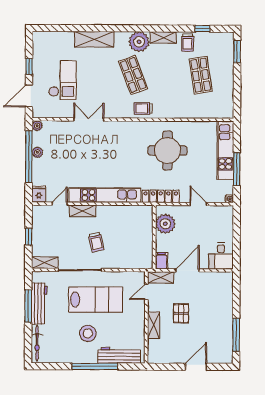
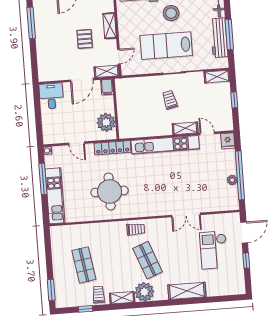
plant: (37, 126) -> (234, 205), removed
door: (60, 204) -> (207, 133), swing flipped

